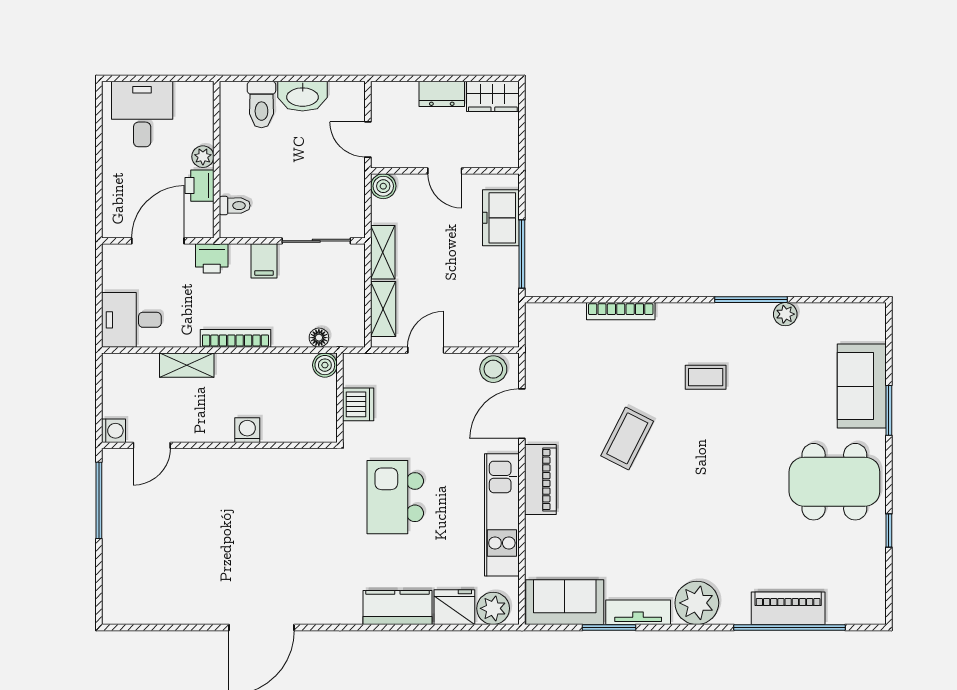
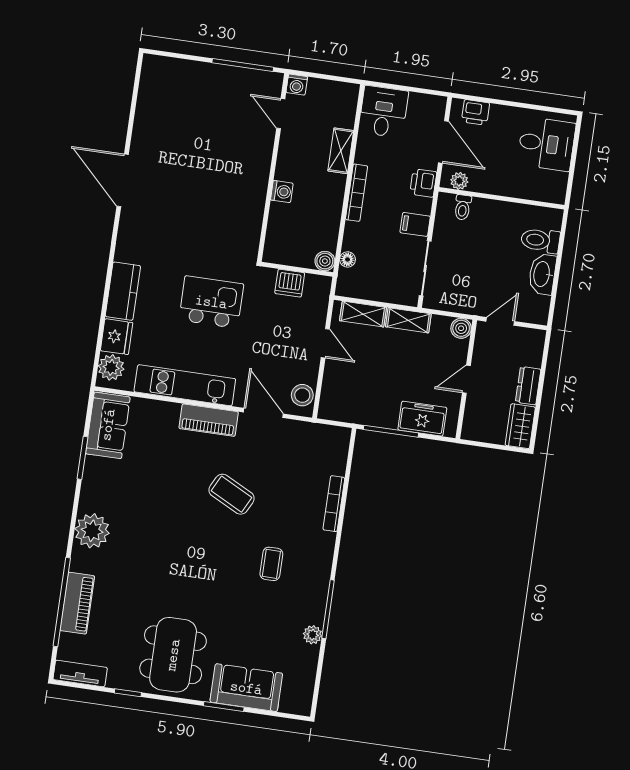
plant: (203, 157) -> (459, 181), moved
printer: (199, 186) -> (475, 112), moved, turned 180
tv unit: (638, 612) -> (80, 673), moved, turned -90

